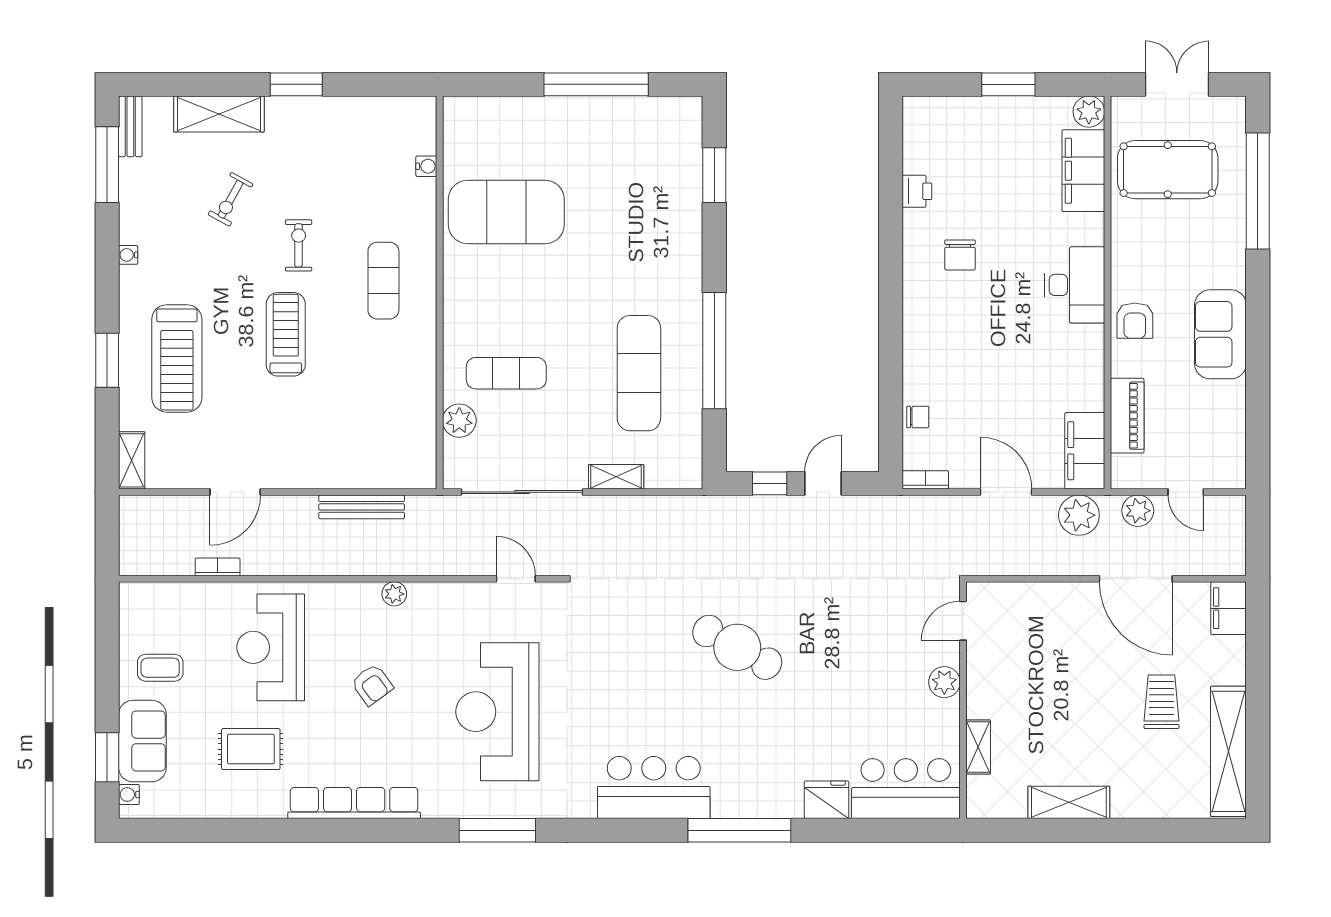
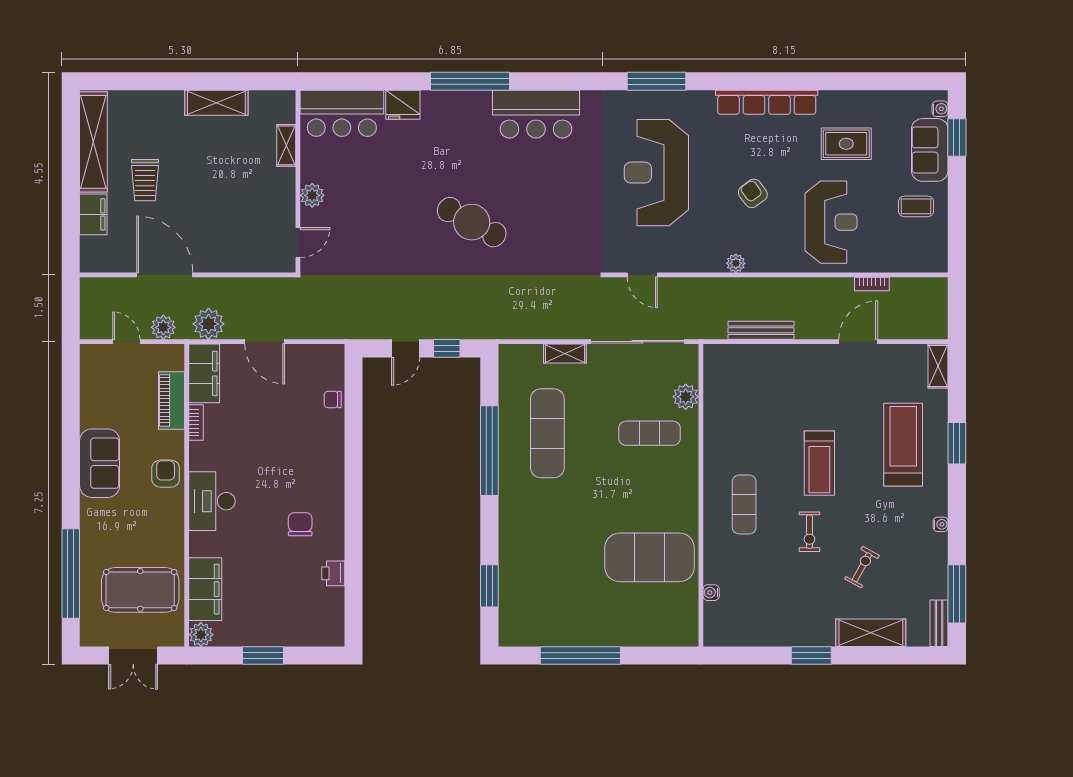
bookcase: (925, 480) -> (196, 423), moved, turned -90
filing cabinet: (1229, 608) -> (93, 214), moved
reception desk: (497, 712) -> (656, 173), turned 180

